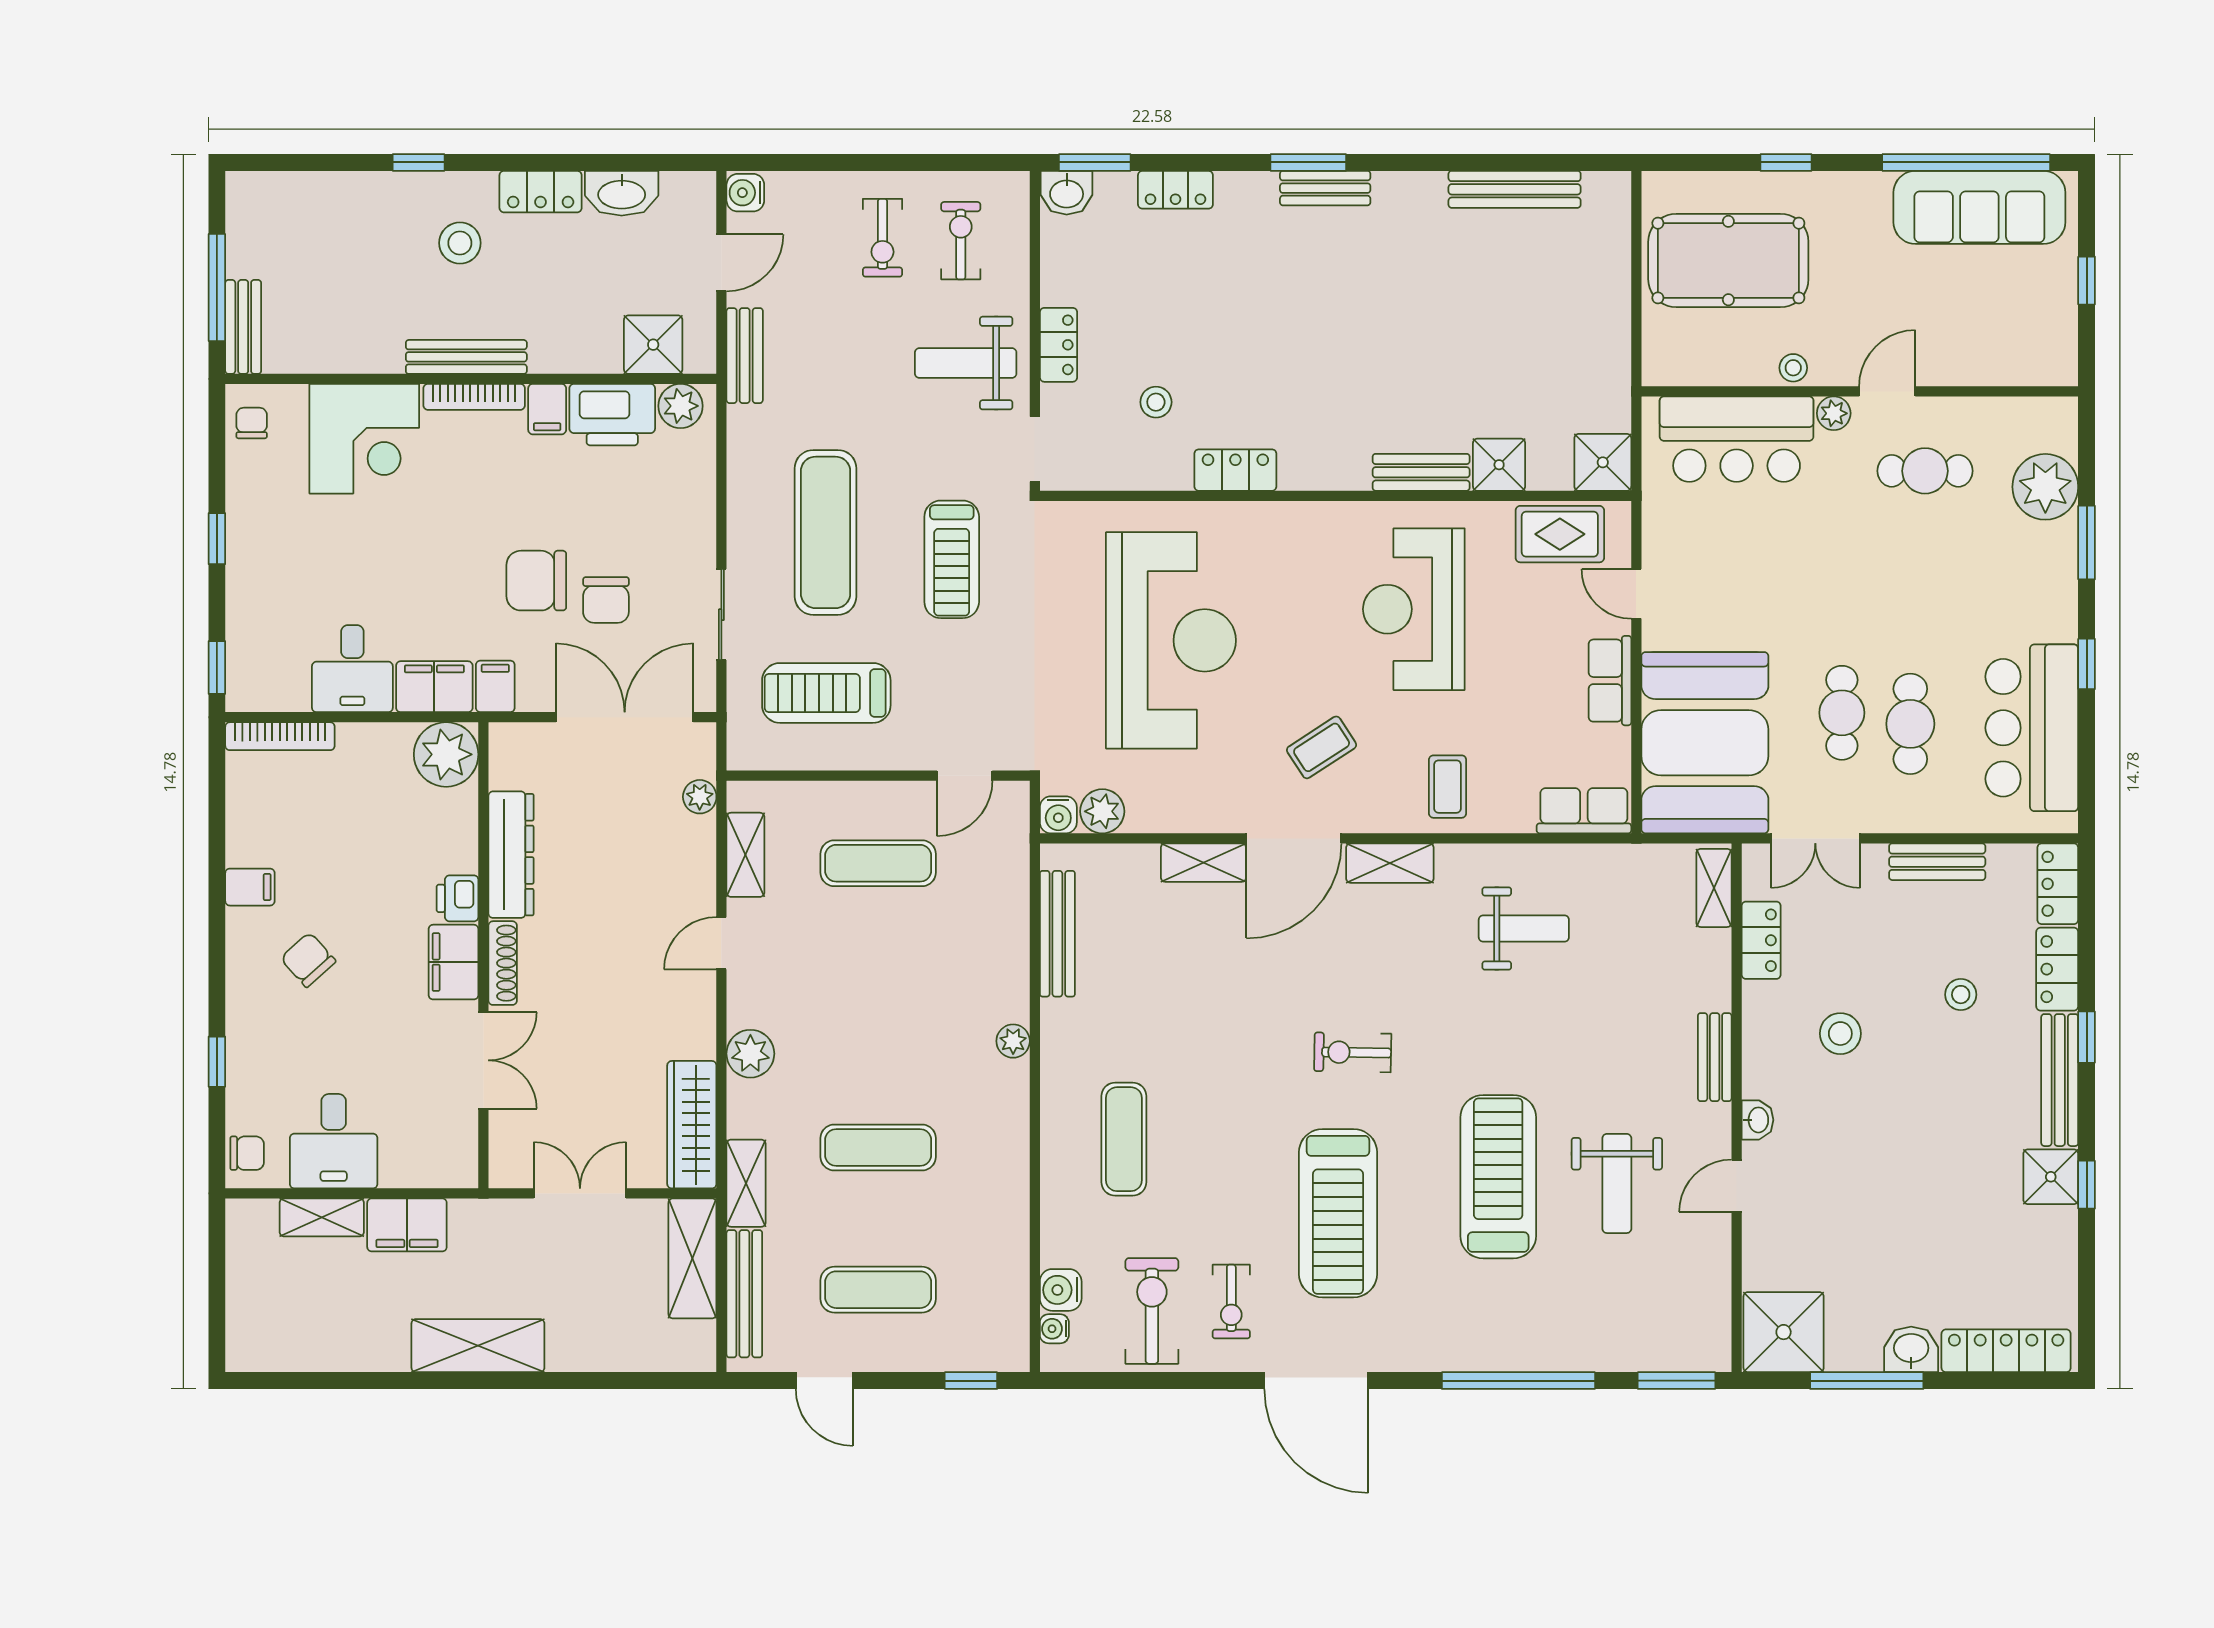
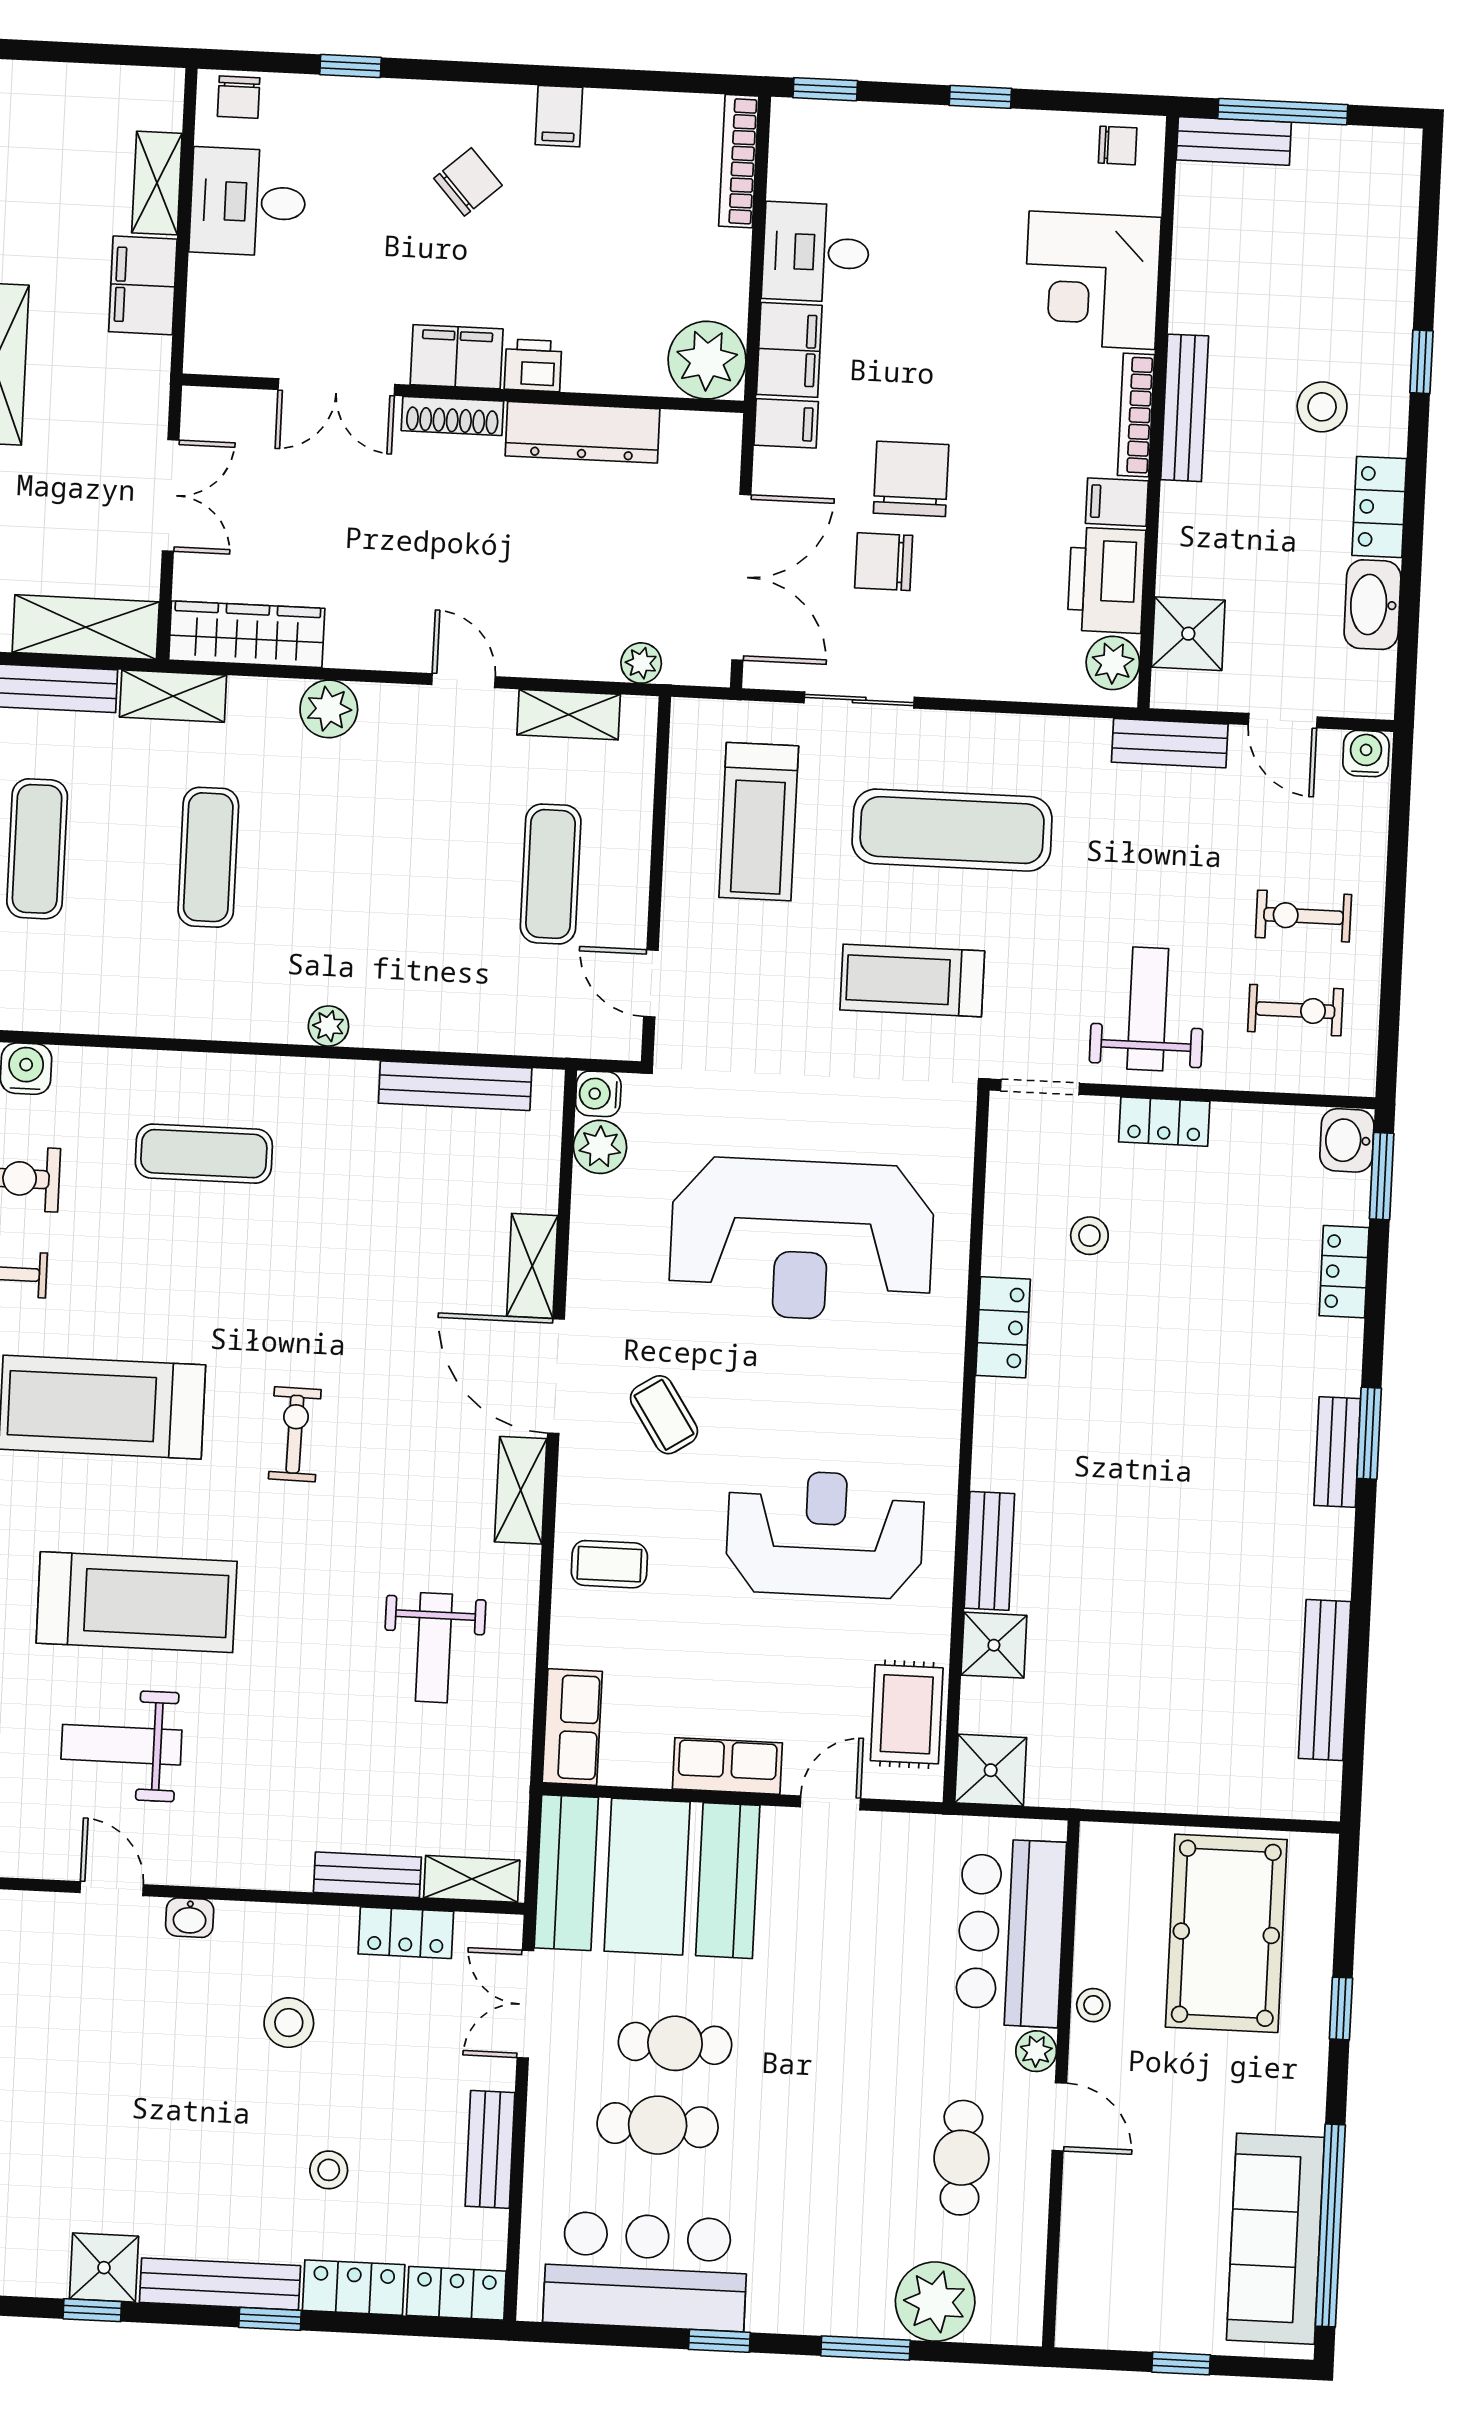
treadmill: (826, 693) -> (759, 822), turned 180
bench: (1715, 1057) -> (367, 1875), moved

